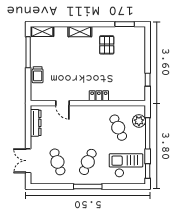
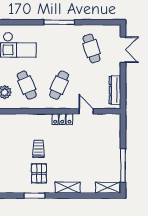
window: (125, 24) -> (34, 196), moved
trolley: (38, 75) -> (39, 149), moved
locker: (99, 96) -> (62, 119), moved
cafe table: (88, 162) -> (59, 85), moved

